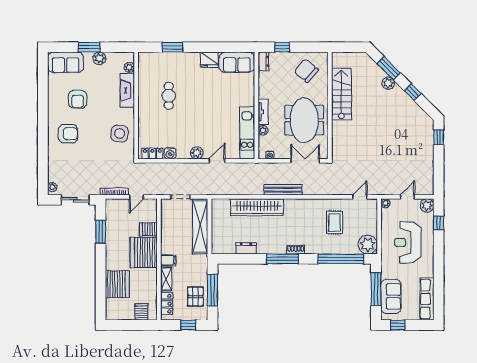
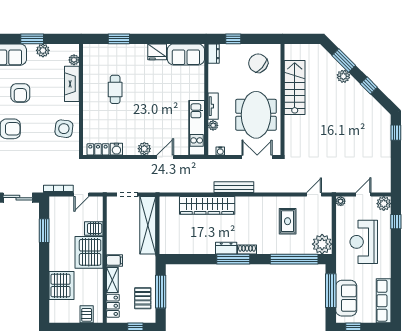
dresser: (246, 248) -> (226, 248), moved

